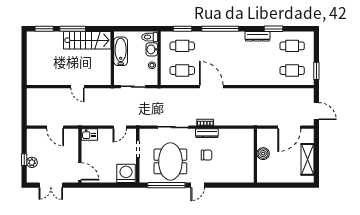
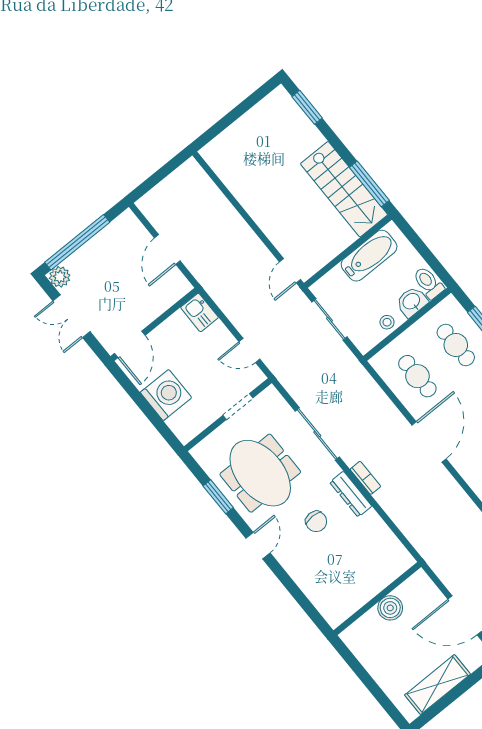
window: (73, 29) -> (369, 184), moved
door: (78, 87) -> (290, 271), moved
window: (24, 160) -> (77, 242), width x3.17
meeting table: (170, 161) -> (260, 473), turned 90
plant: (32, 162) -> (60, 277), moved
washing machine: (126, 173) -> (166, 395), moved
window: (166, 185) -> (218, 497), width x0.47
door: (198, 185) -> (258, 546), swing flipped

